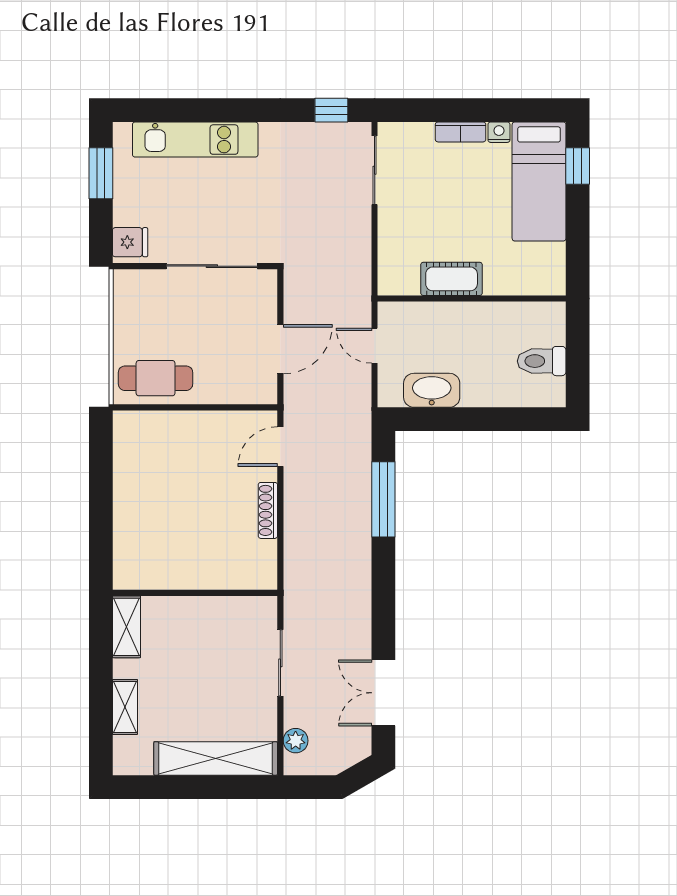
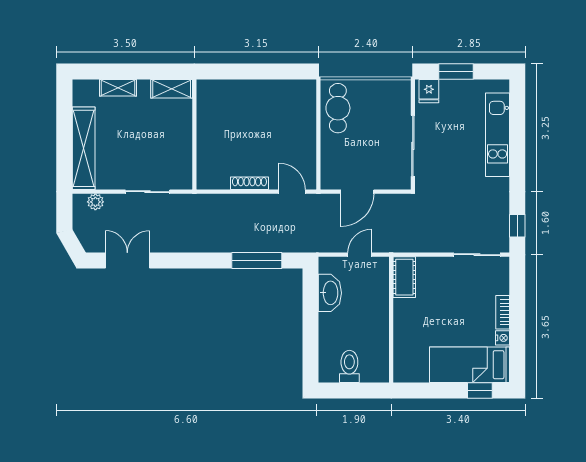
window: (101, 173) -> (456, 72), moved
cot: (452, 279) -> (404, 277), moved
door: (280, 349) -> (357, 192), hinge flipped

